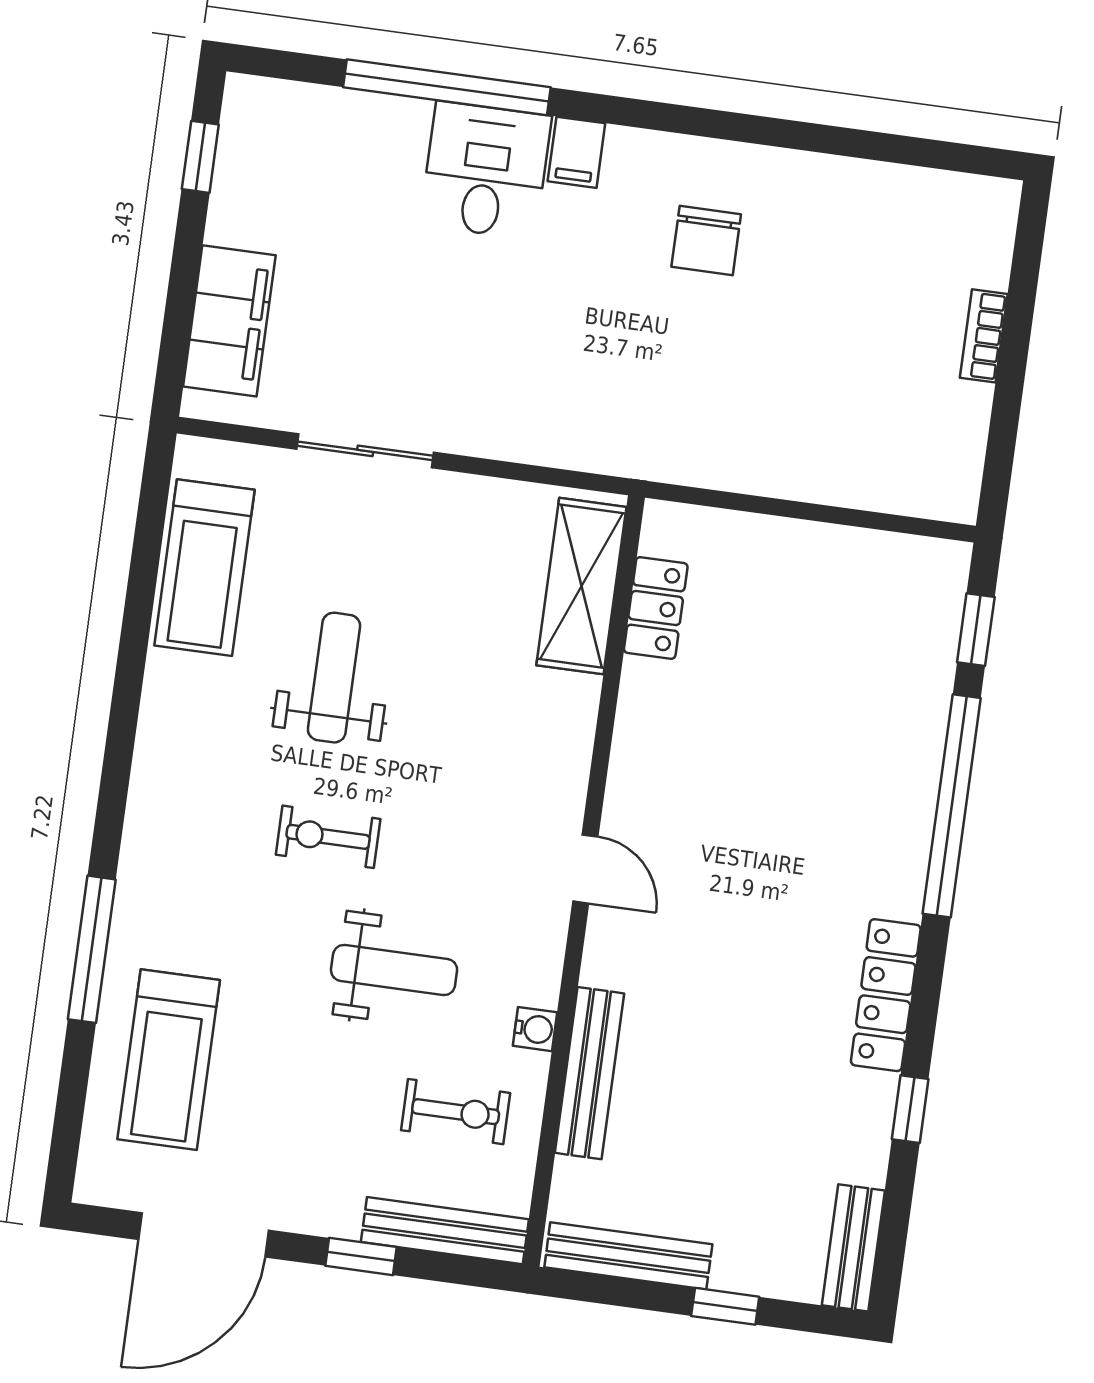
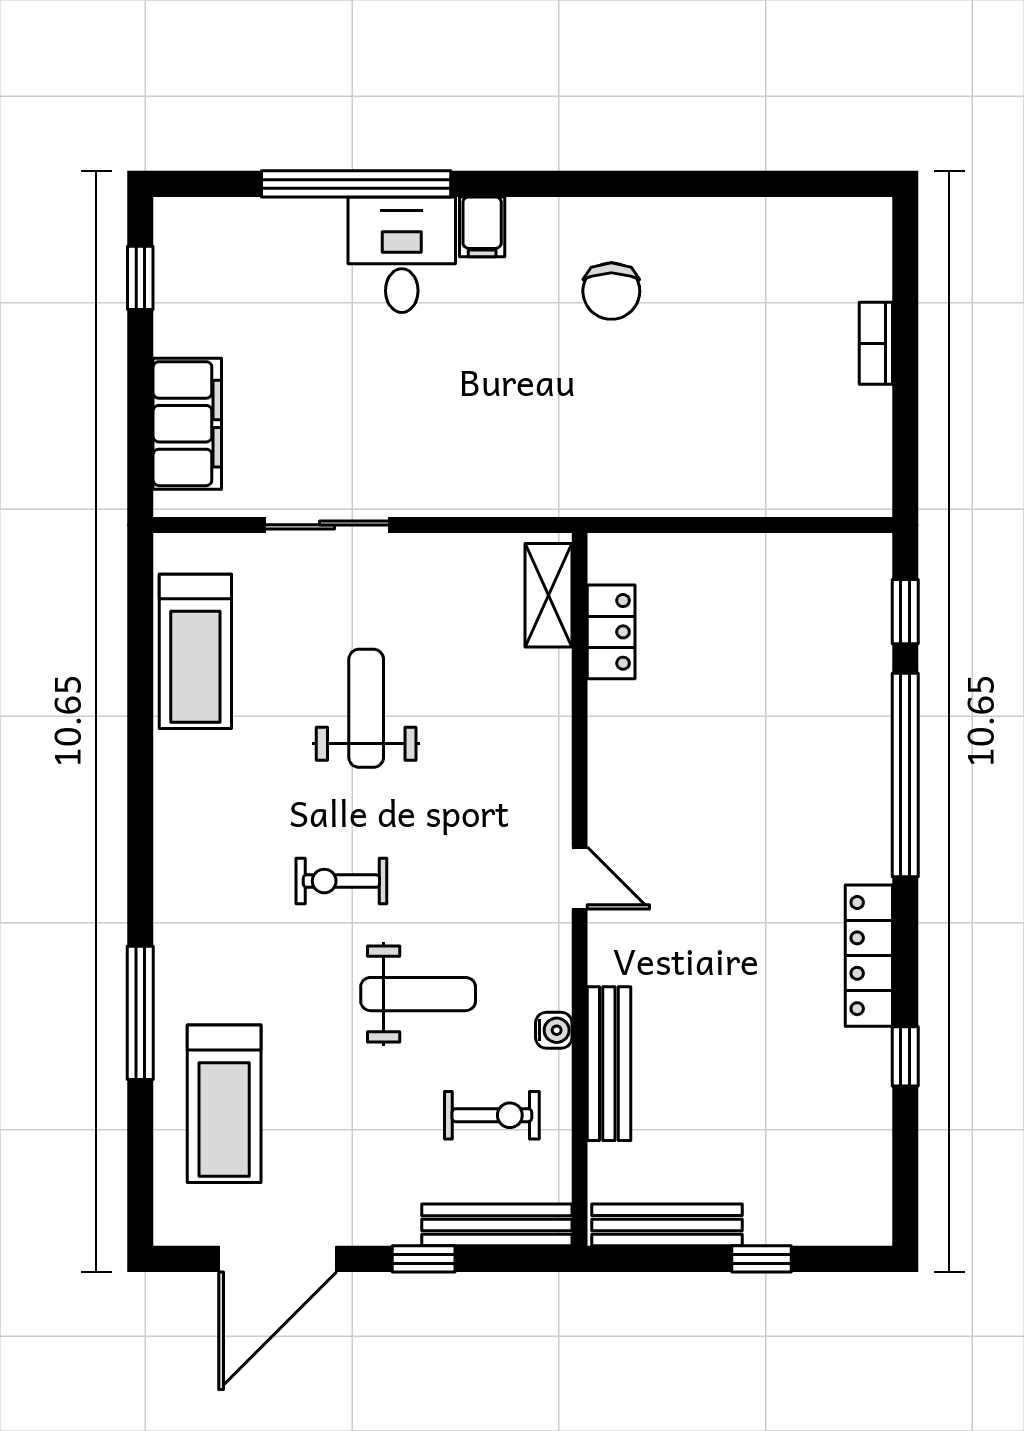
shelving: (581, 586) -> (549, 595), width x0.67, depth x0.75
weight bench: (334, 678) -> (366, 708), moved
bench: (853, 1248) -> (871, 1190), removed

